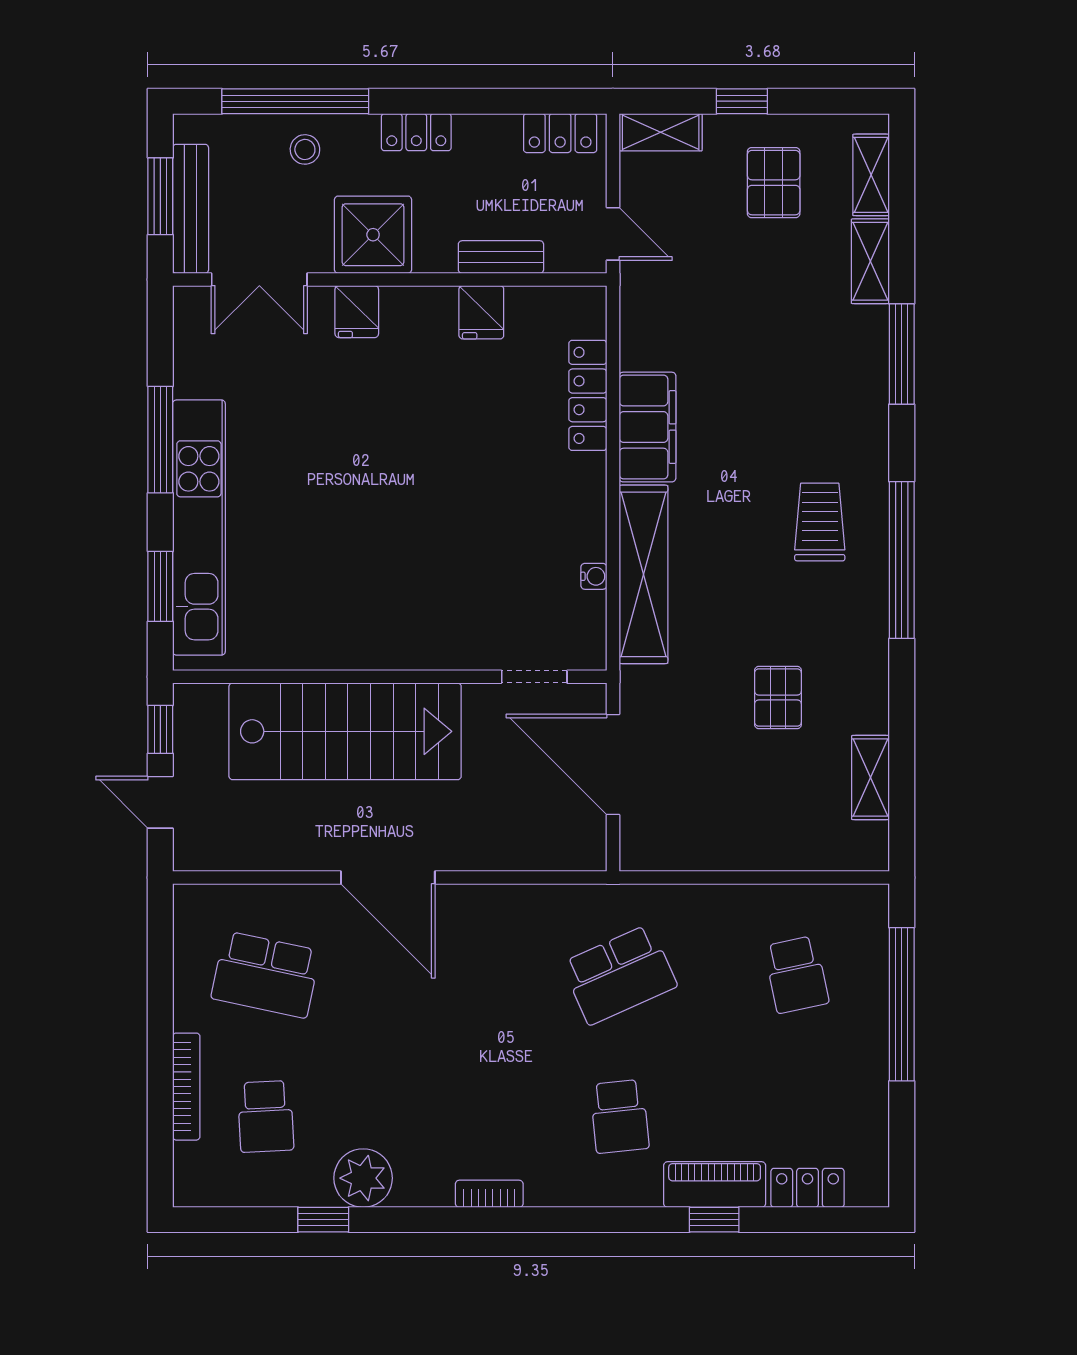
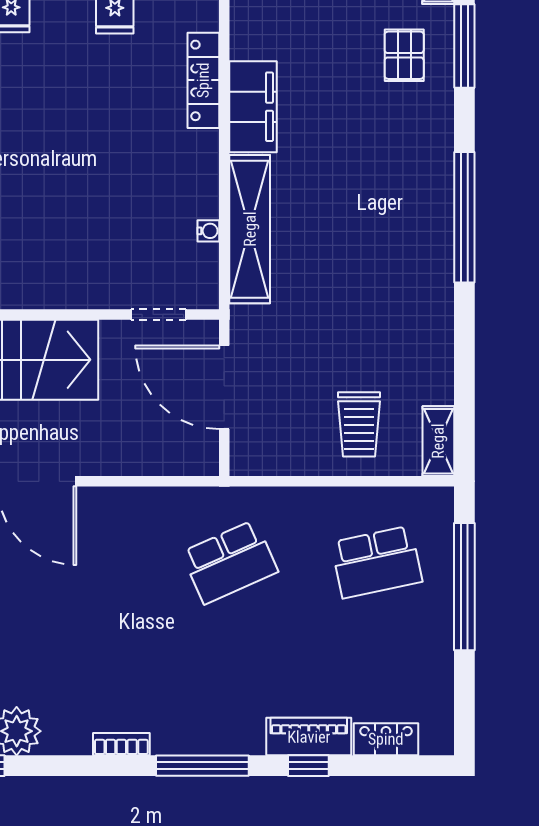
trolley: (820, 522) -> (359, 424), moved, turned 180
pallet: (778, 698) -> (404, 55), moved
shelving: (871, 778) -> (438, 441), moved
school desk: (796, 975) -> (377, 562), width x1.85
school desk: (619, 1116) -> (230, 680), removed
window: (587, 1220) -> (202, 766), added

